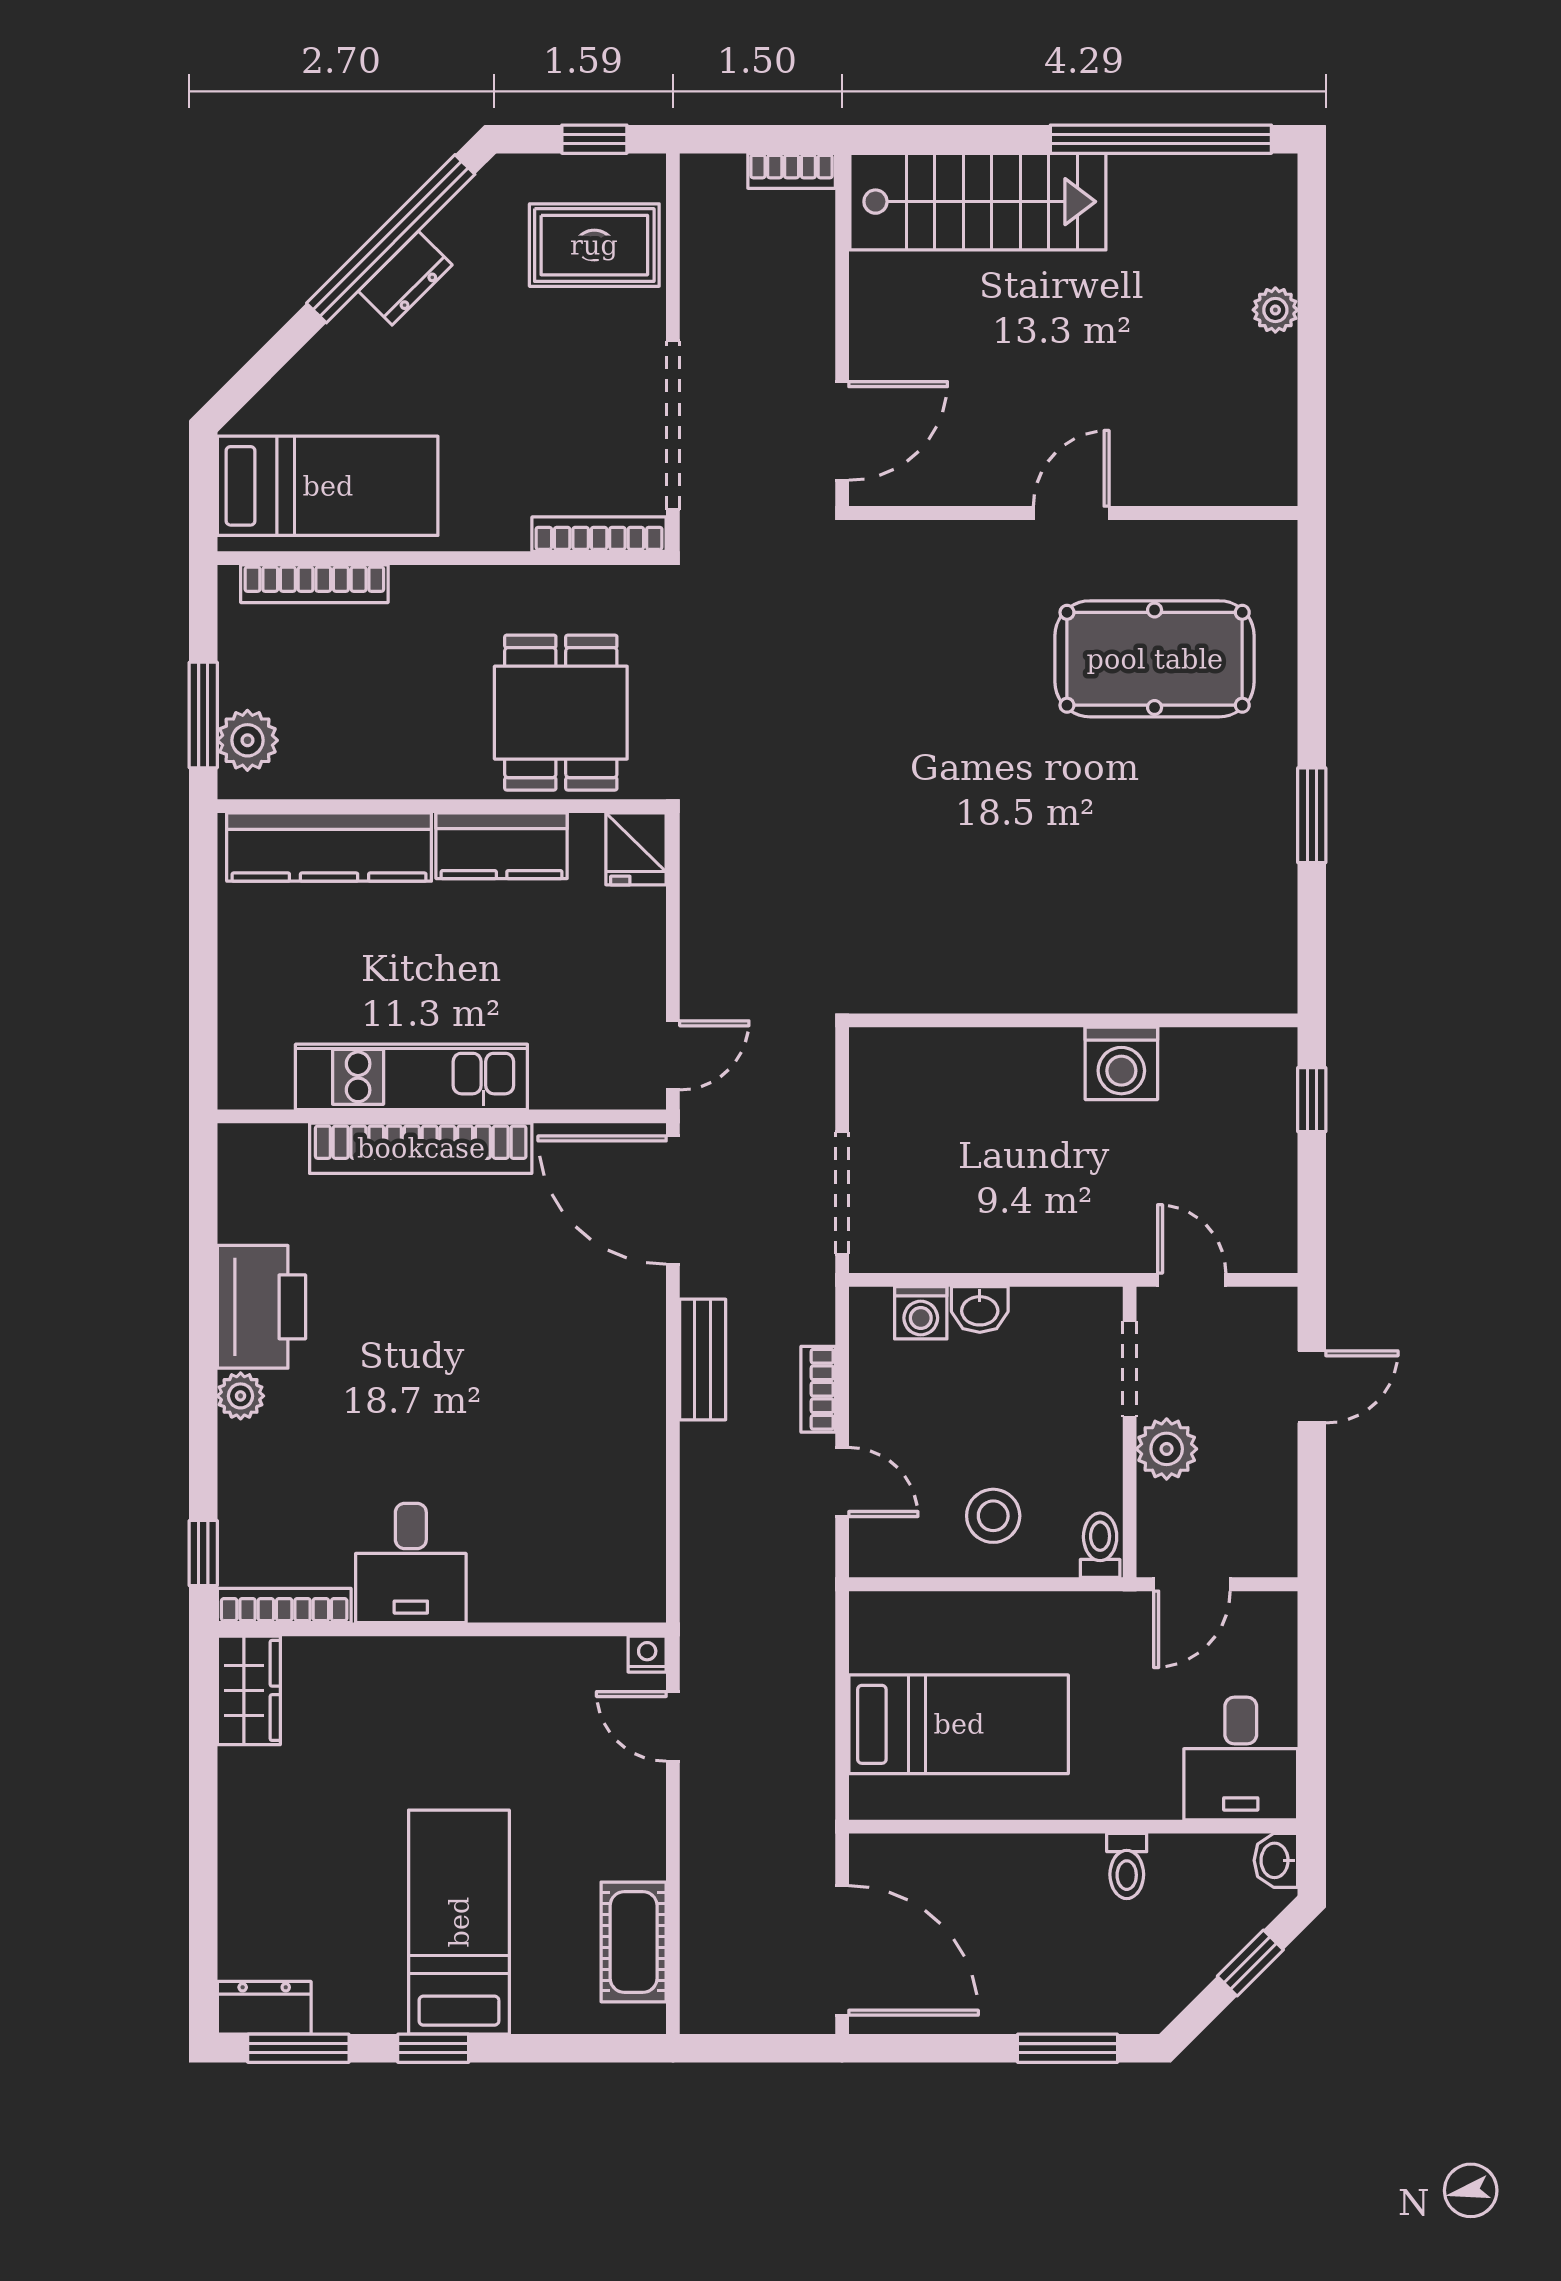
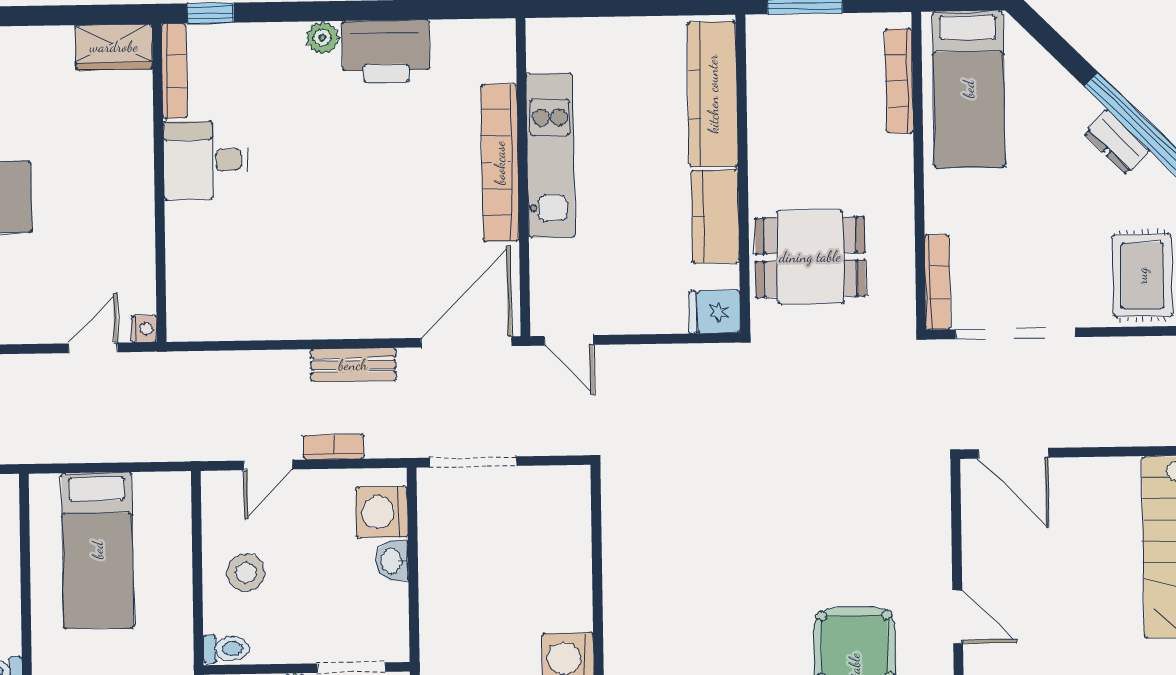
plant: (247, 740) -> (787, 35), removed
washing machine: (921, 1313) -> (382, 512), width x1.38, depth x1.38

